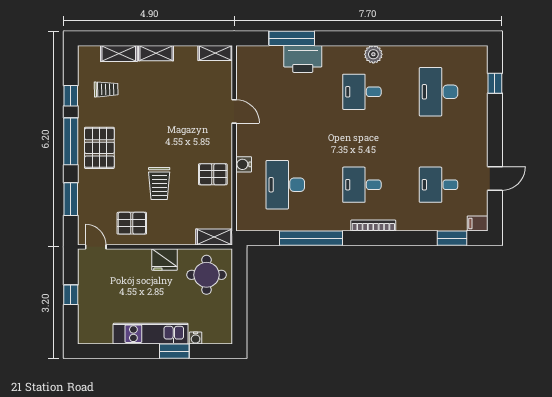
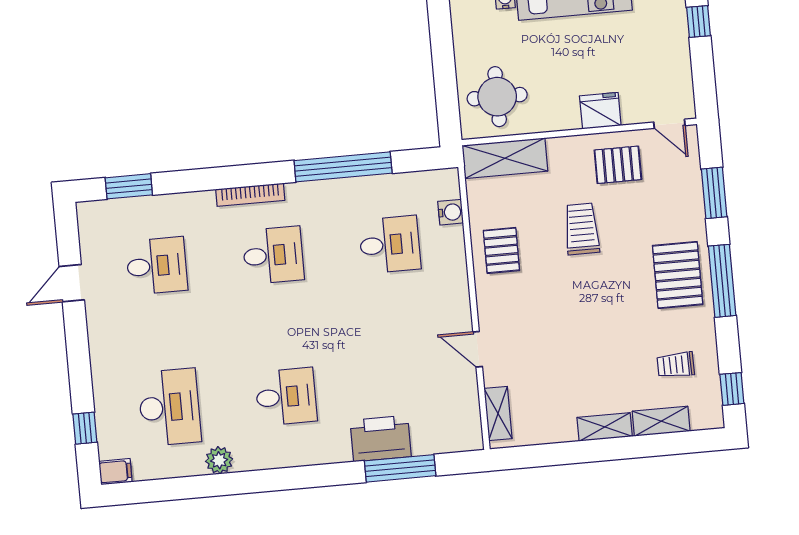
shelving: (215, 53) -> (498, 414), moved, turned 90
plant: (373, 54) -> (219, 460), moved
window: (71, 96) -> (732, 389), moved
water cooler: (244, 164) -> (451, 212), moved
pallet: (213, 174) -> (501, 250), turned 90
desk: (285, 185) -> (390, 245), width x0.73
filing cabinet: (478, 224) -> (115, 472), moved
shelving: (214, 237) -> (505, 158), width x1.50, depth x1.33
fridge: (165, 260) -> (600, 111), moved
window: (71, 295) -> (699, 21), moved

